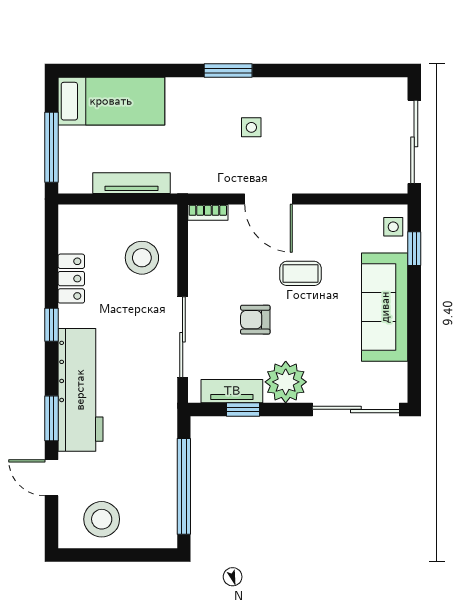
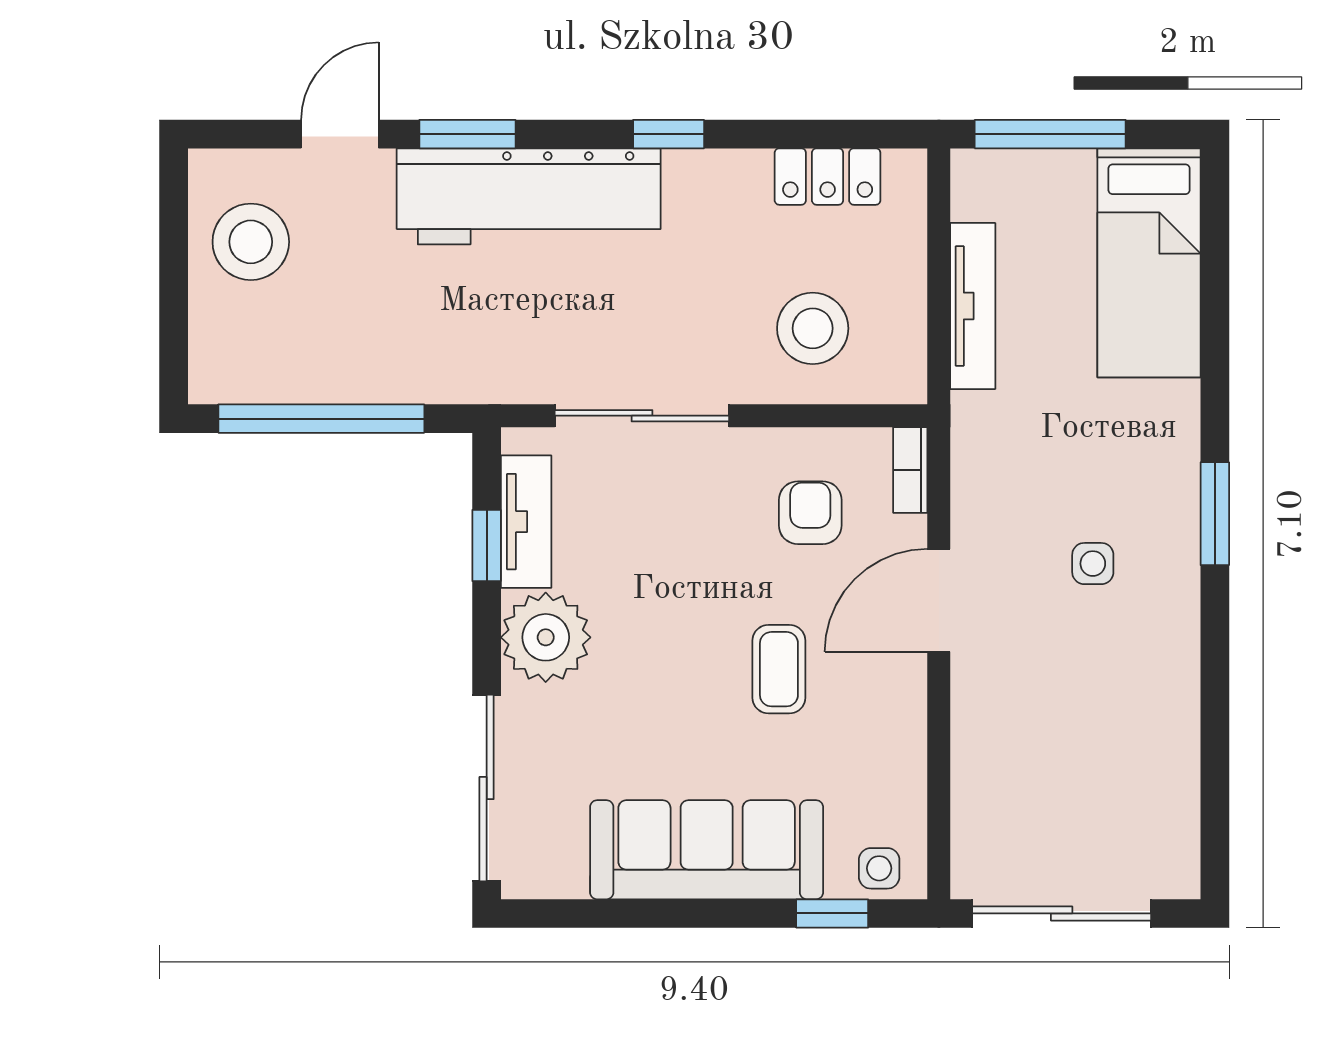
locker: (71, 279) -> (828, 177), moved
armchair: (255, 320) -> (810, 513), moved

